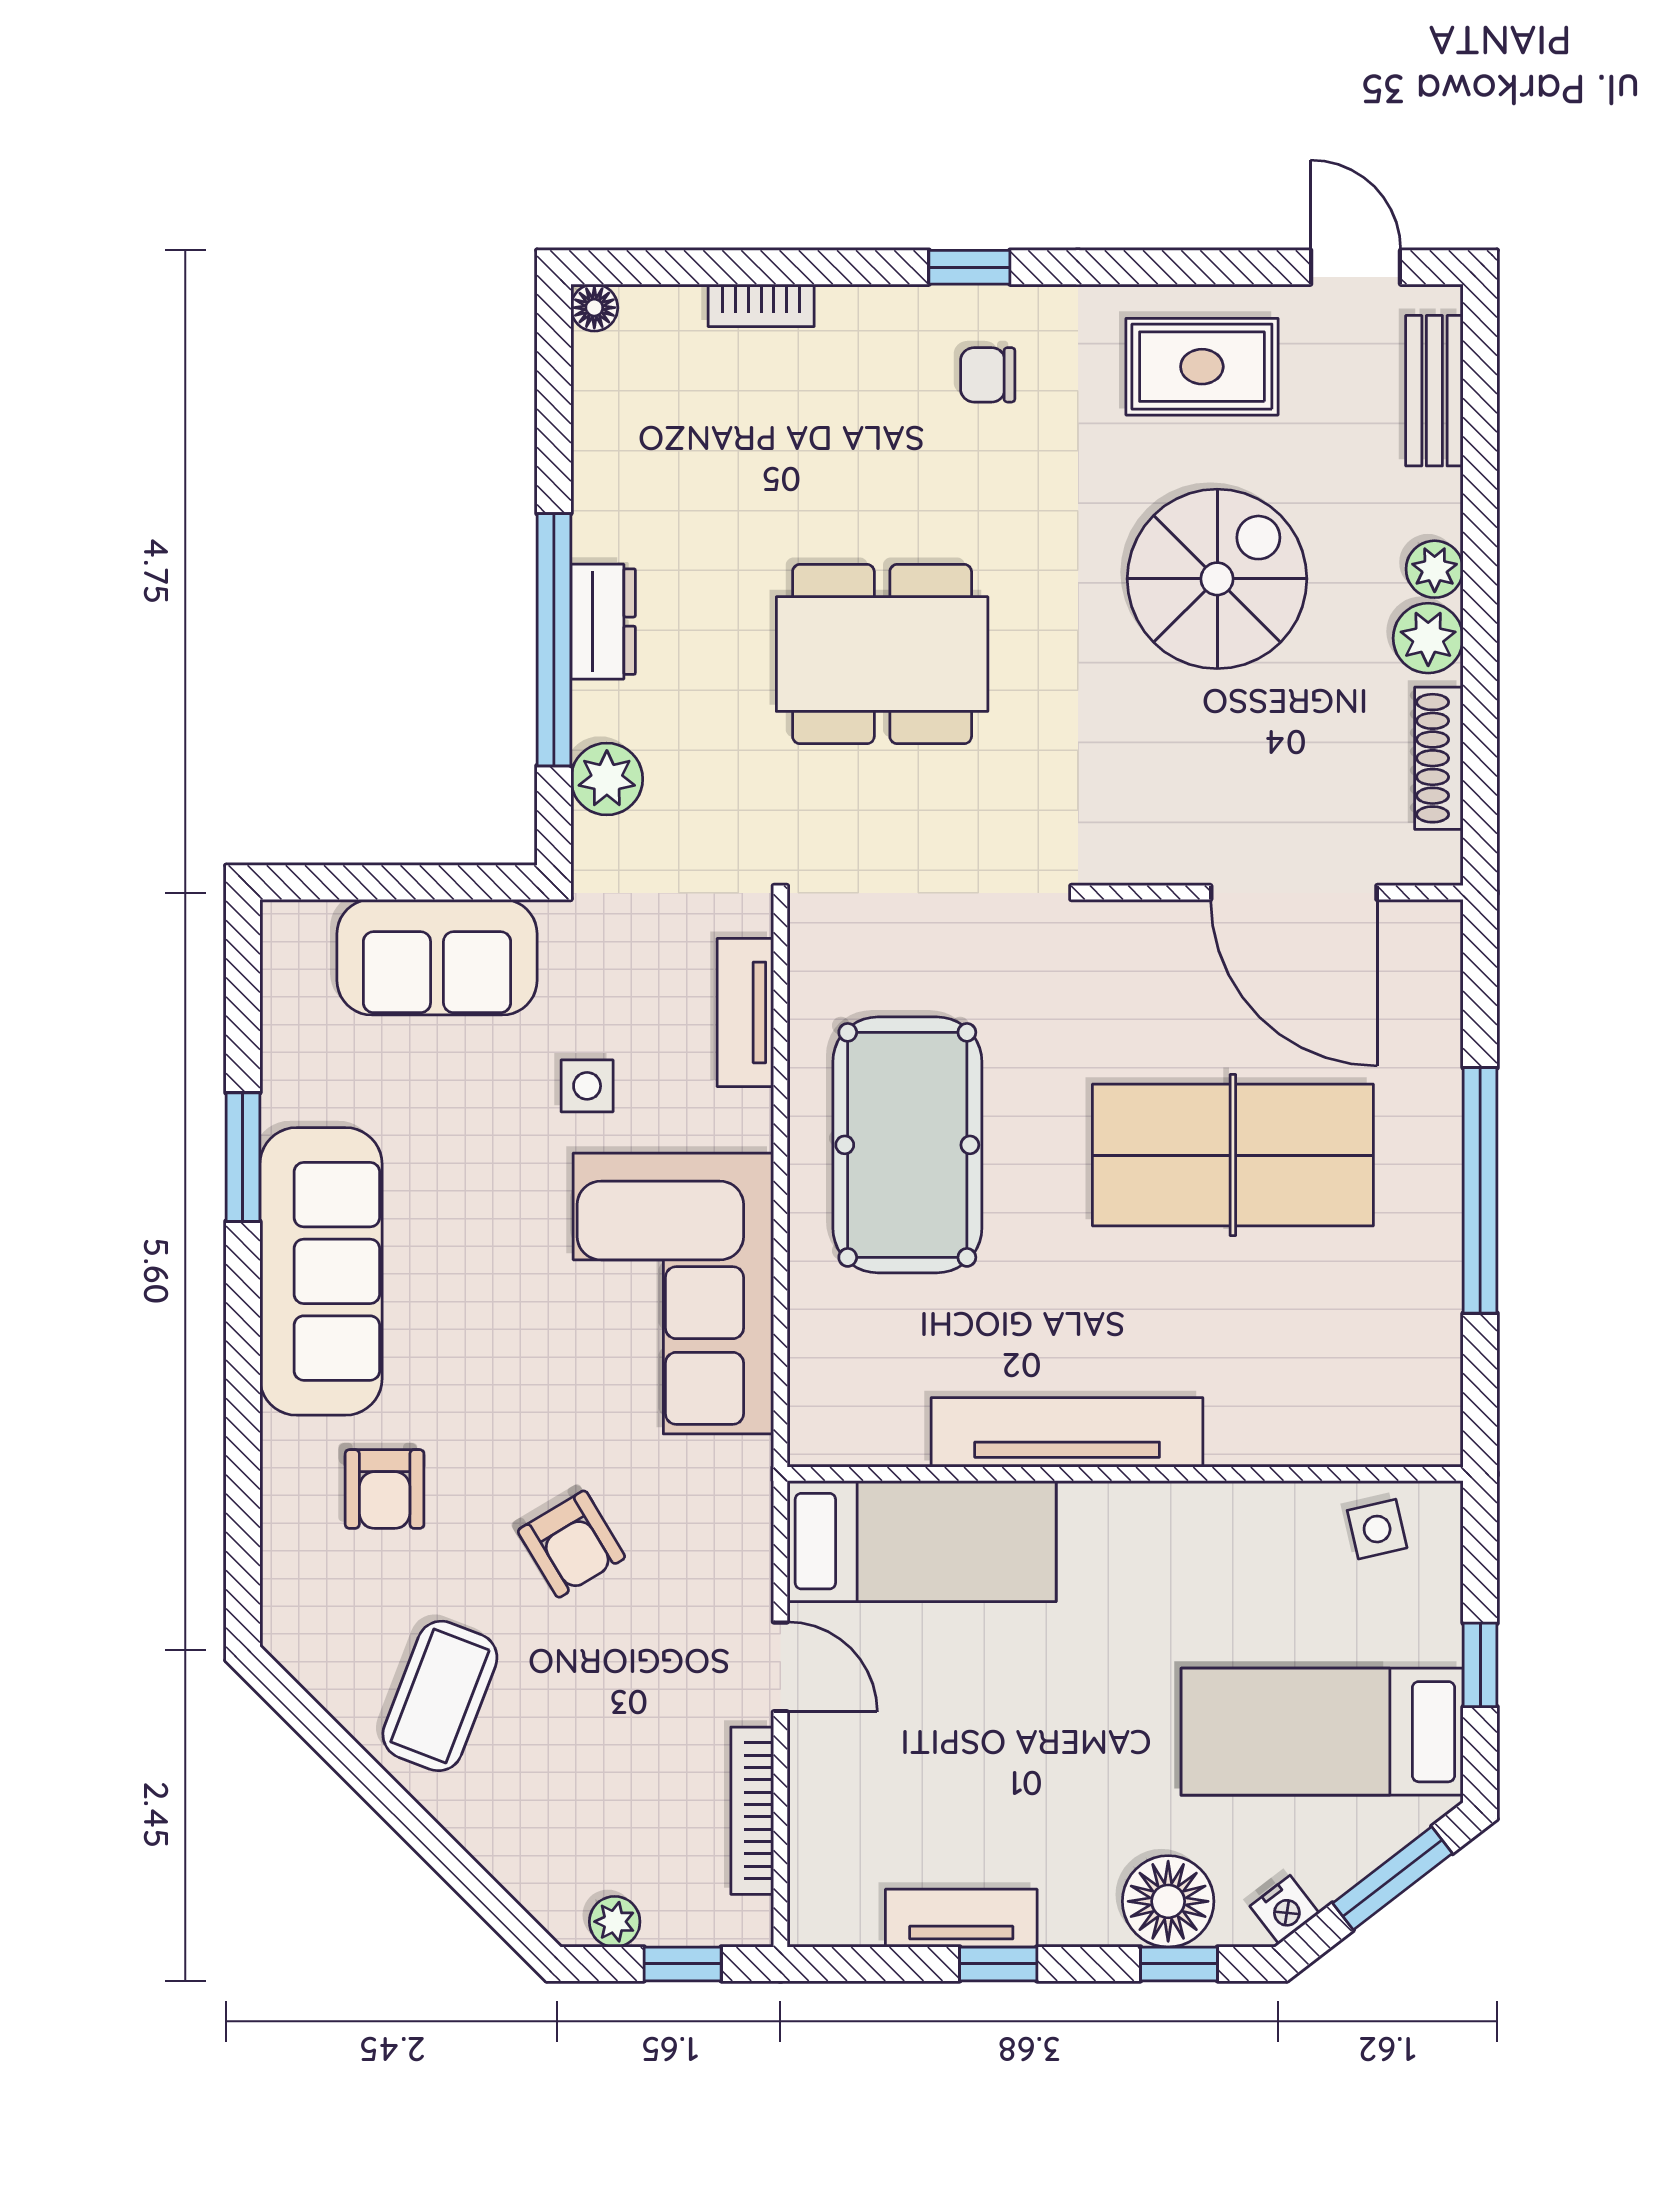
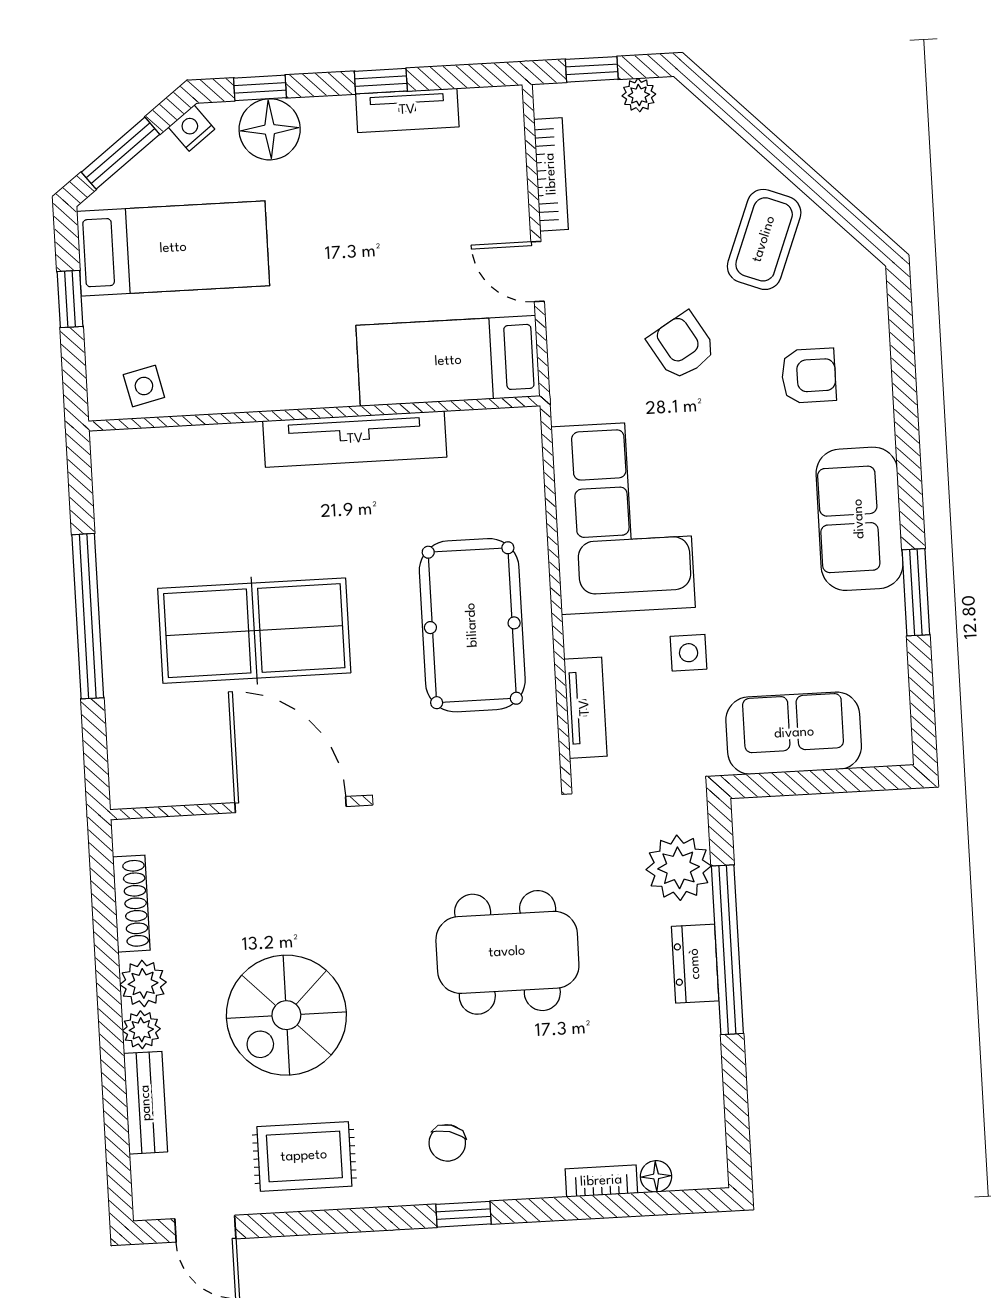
floor lamp: (594, 308) -> (656, 1176), moved
chair: (988, 375) -> (447, 1143), turned 105
bench: (1434, 391) -> (146, 1103), moved
plant: (607, 779) -> (679, 868), width x1.36, depth x1.36
door: (1294, 893) -> (291, 805), moved
sofa: (321, 1271) -> (859, 519), width x0.73
armchair: (385, 1489) -> (809, 376), turned 90

